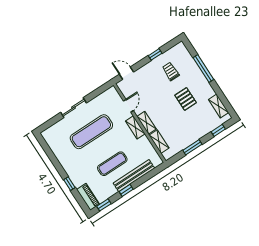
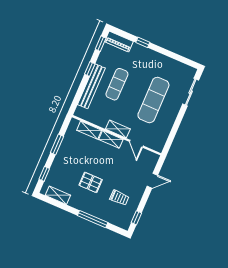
window: (155, 54) -> (136, 218), moved
door: (127, 73) -> (152, 181), moved
sliding door: (74, 108) -> (191, 92), moved

